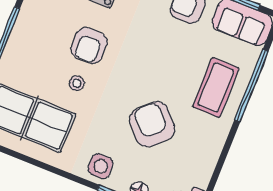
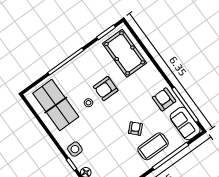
armchair: (152, 124) -> (135, 129), moved, width x0.53, depth x0.53

